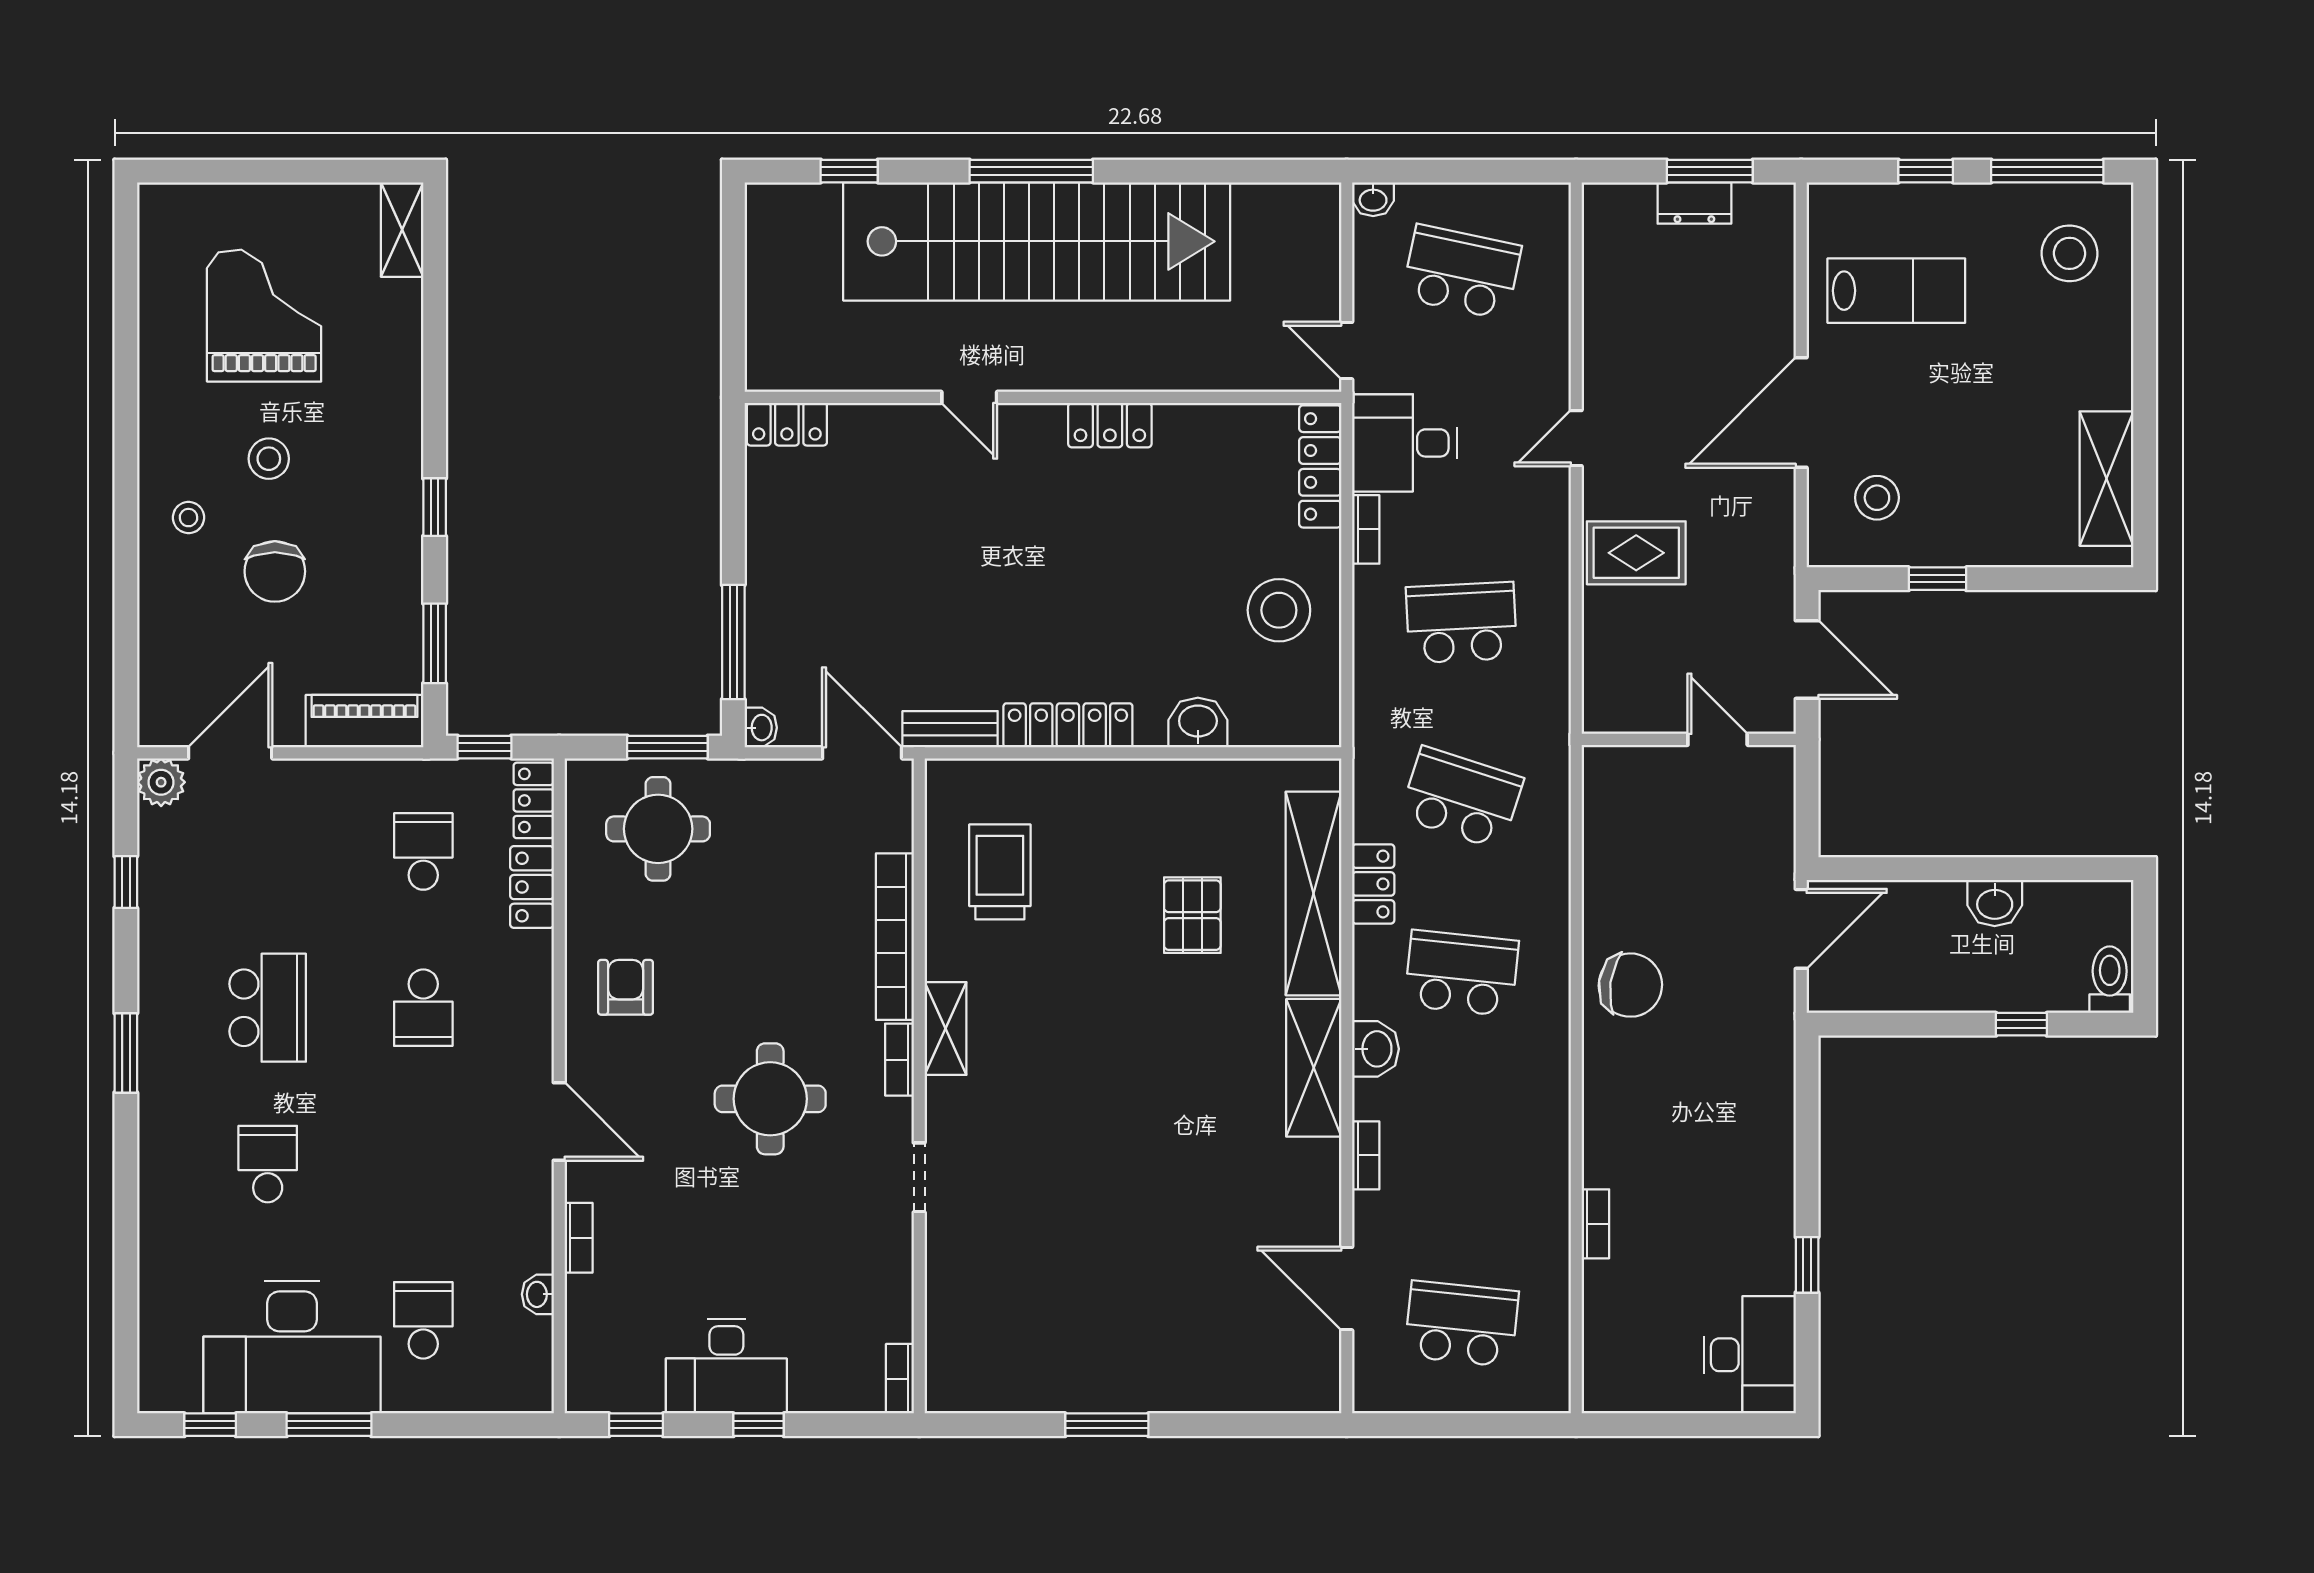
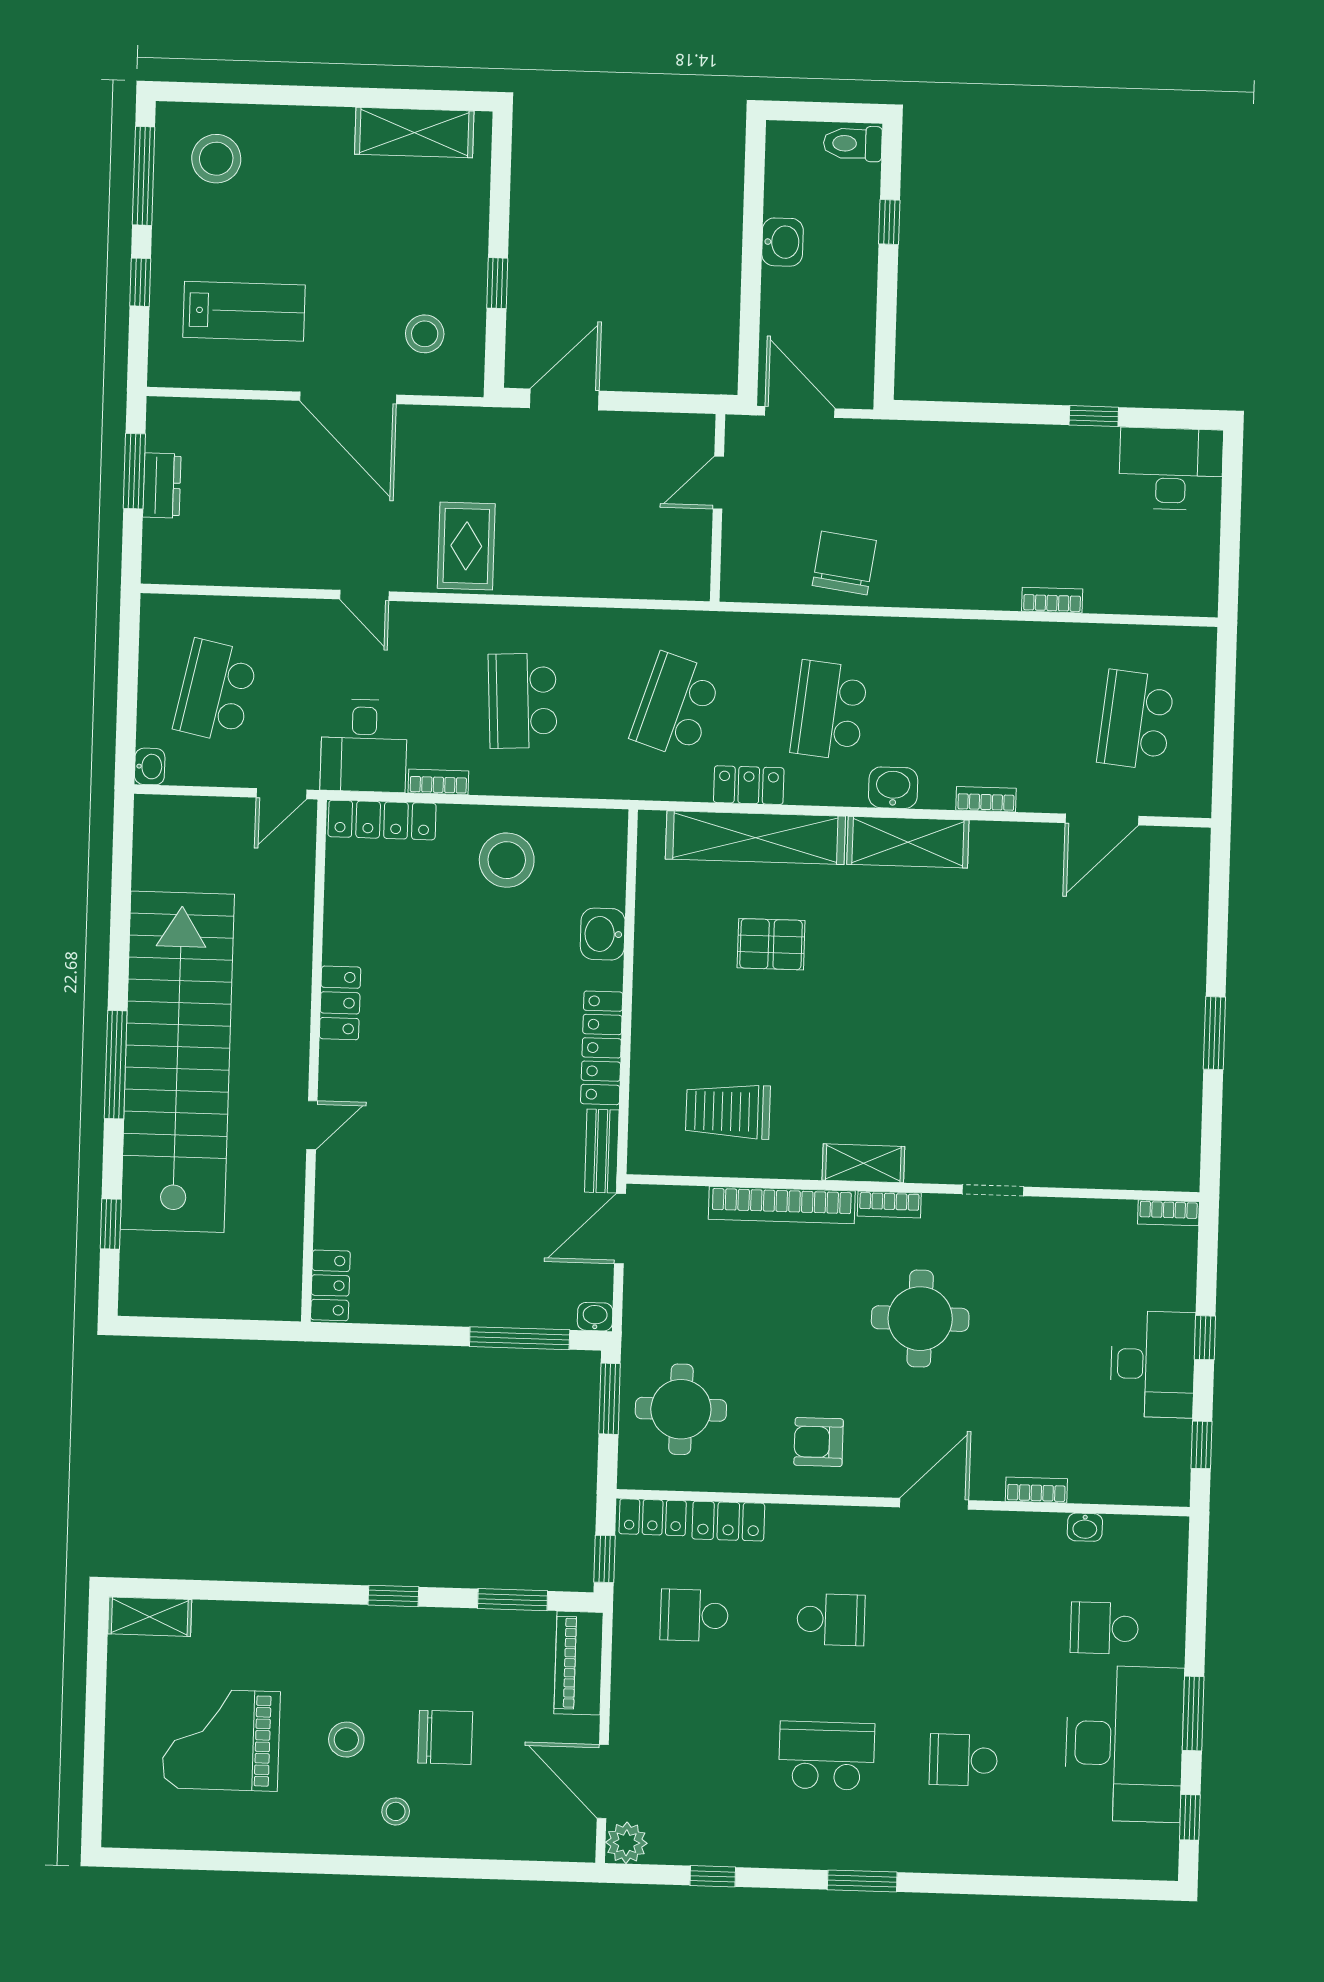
lab bench: (1896, 291) -> (244, 311), turned 90
wall: (1689, 739) -> (718, 508), moved
door: (1718, 739) -> (718, 483), moved

